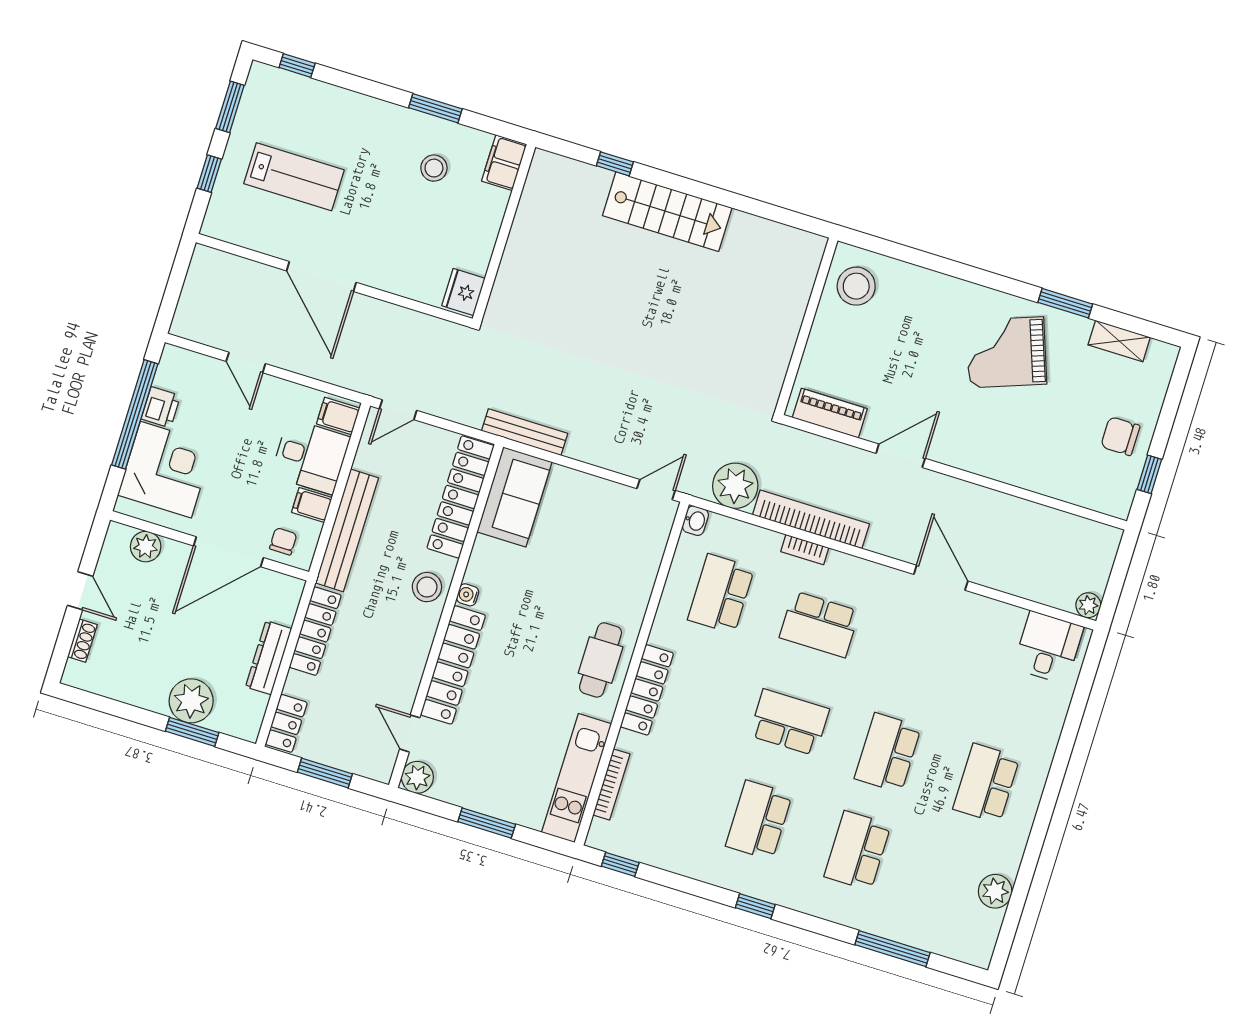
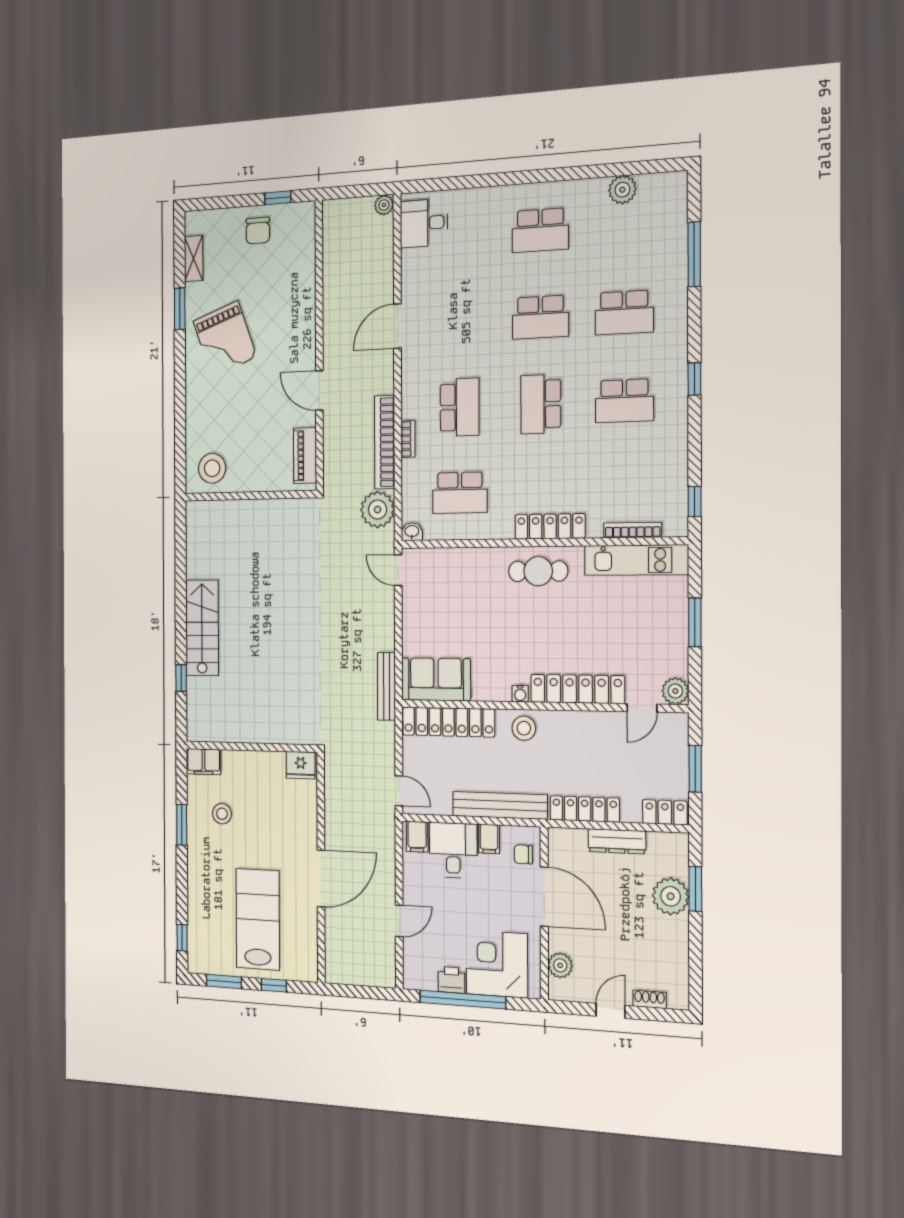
lab bench: (294, 177) -> (258, 919), width x1.36, depth x1.39

